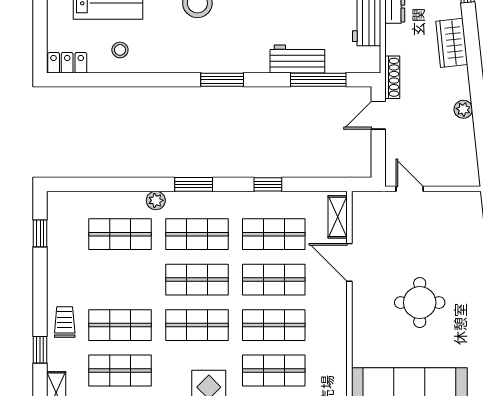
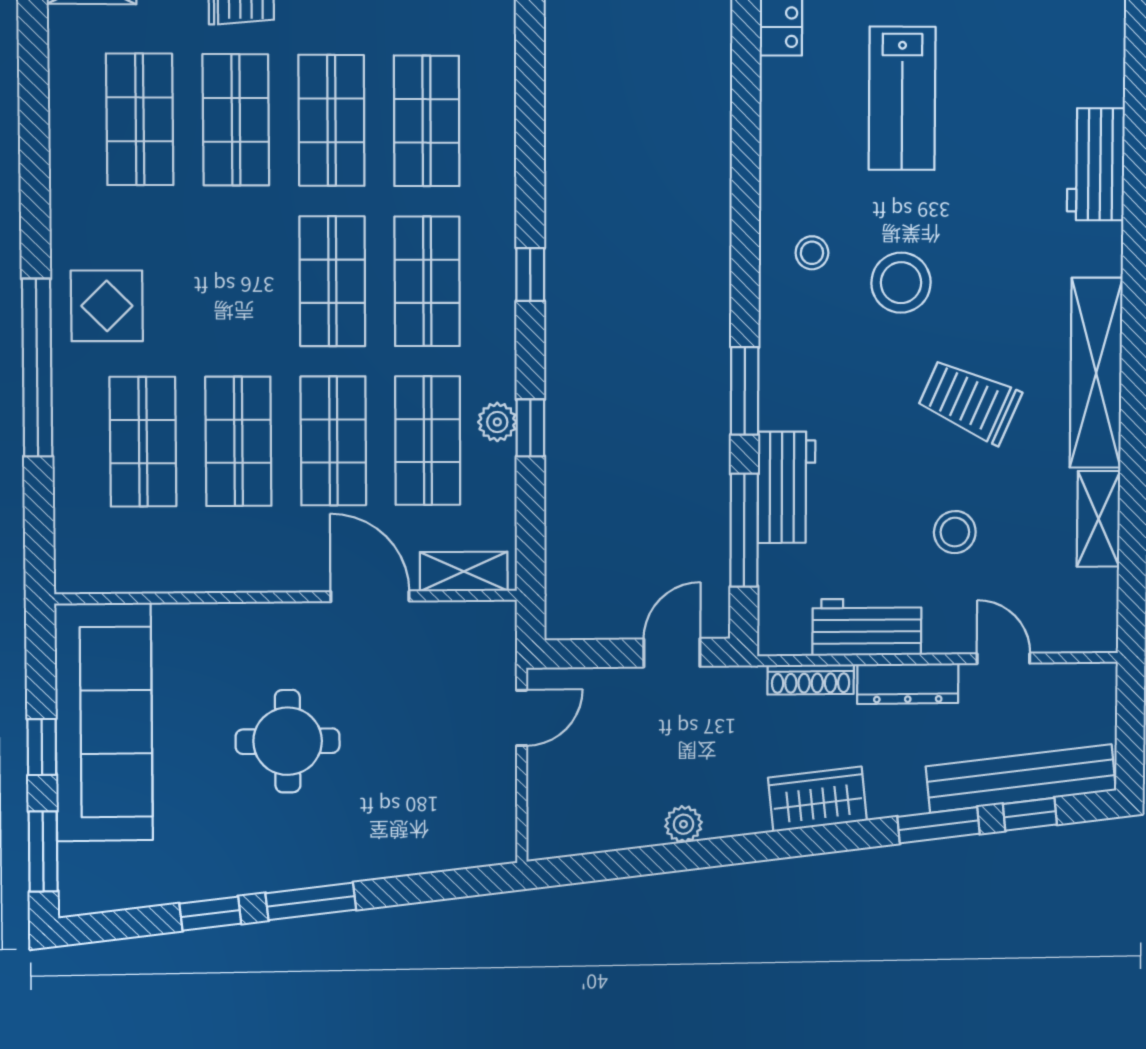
stool: (120, 50) -> (812, 253), moved
shoe rack: (392, 77) -> (811, 680), moved
window: (222, 80) -> (745, 391), moved
door: (378, 115) -> (672, 653), hinge flipped
window: (194, 184) -> (530, 275), width x0.67
plant: (156, 200) -> (497, 422), moved
door: (349, 262) -> (370, 596), hinge flipped
shop shelf: (197, 325) -> (331, 120), moved

